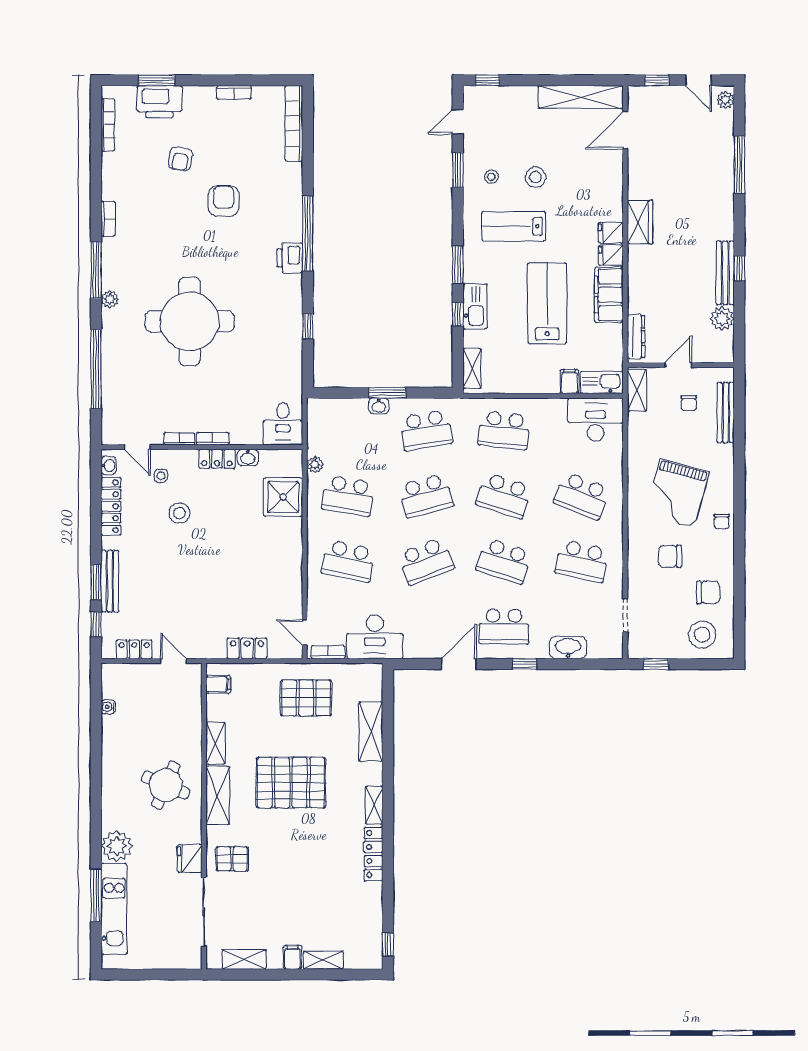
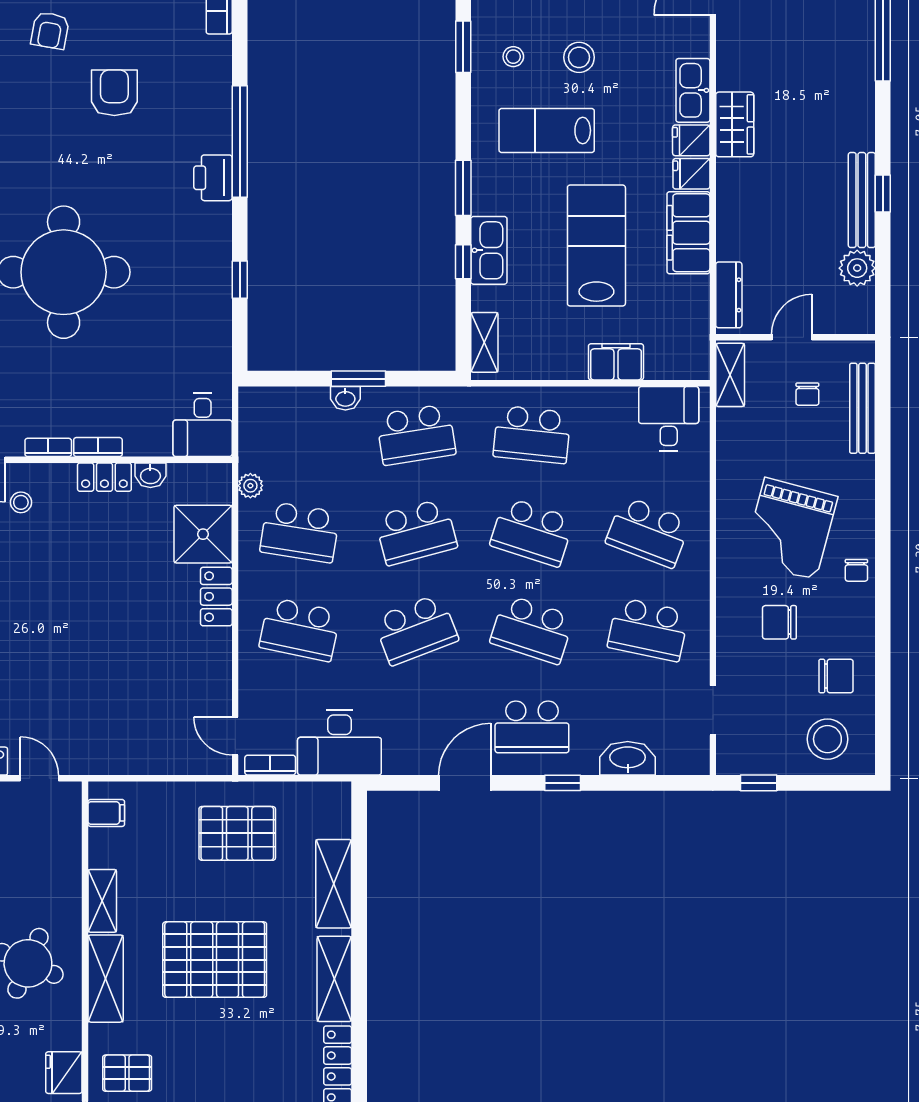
filing cabinet: (569, 381) -> (616, 362), width x2.00
kitchen sink: (602, 382) -> (693, 90), moved, turned -90
desk: (596, 419) -> (669, 418), width x0.73
stool: (179, 513) -> (48, 558), removed
locker: (247, 648) -> (216, 597), moved, turned -90
shelving: (374, 805) -> (334, 979), width x1.50, depth x1.33

